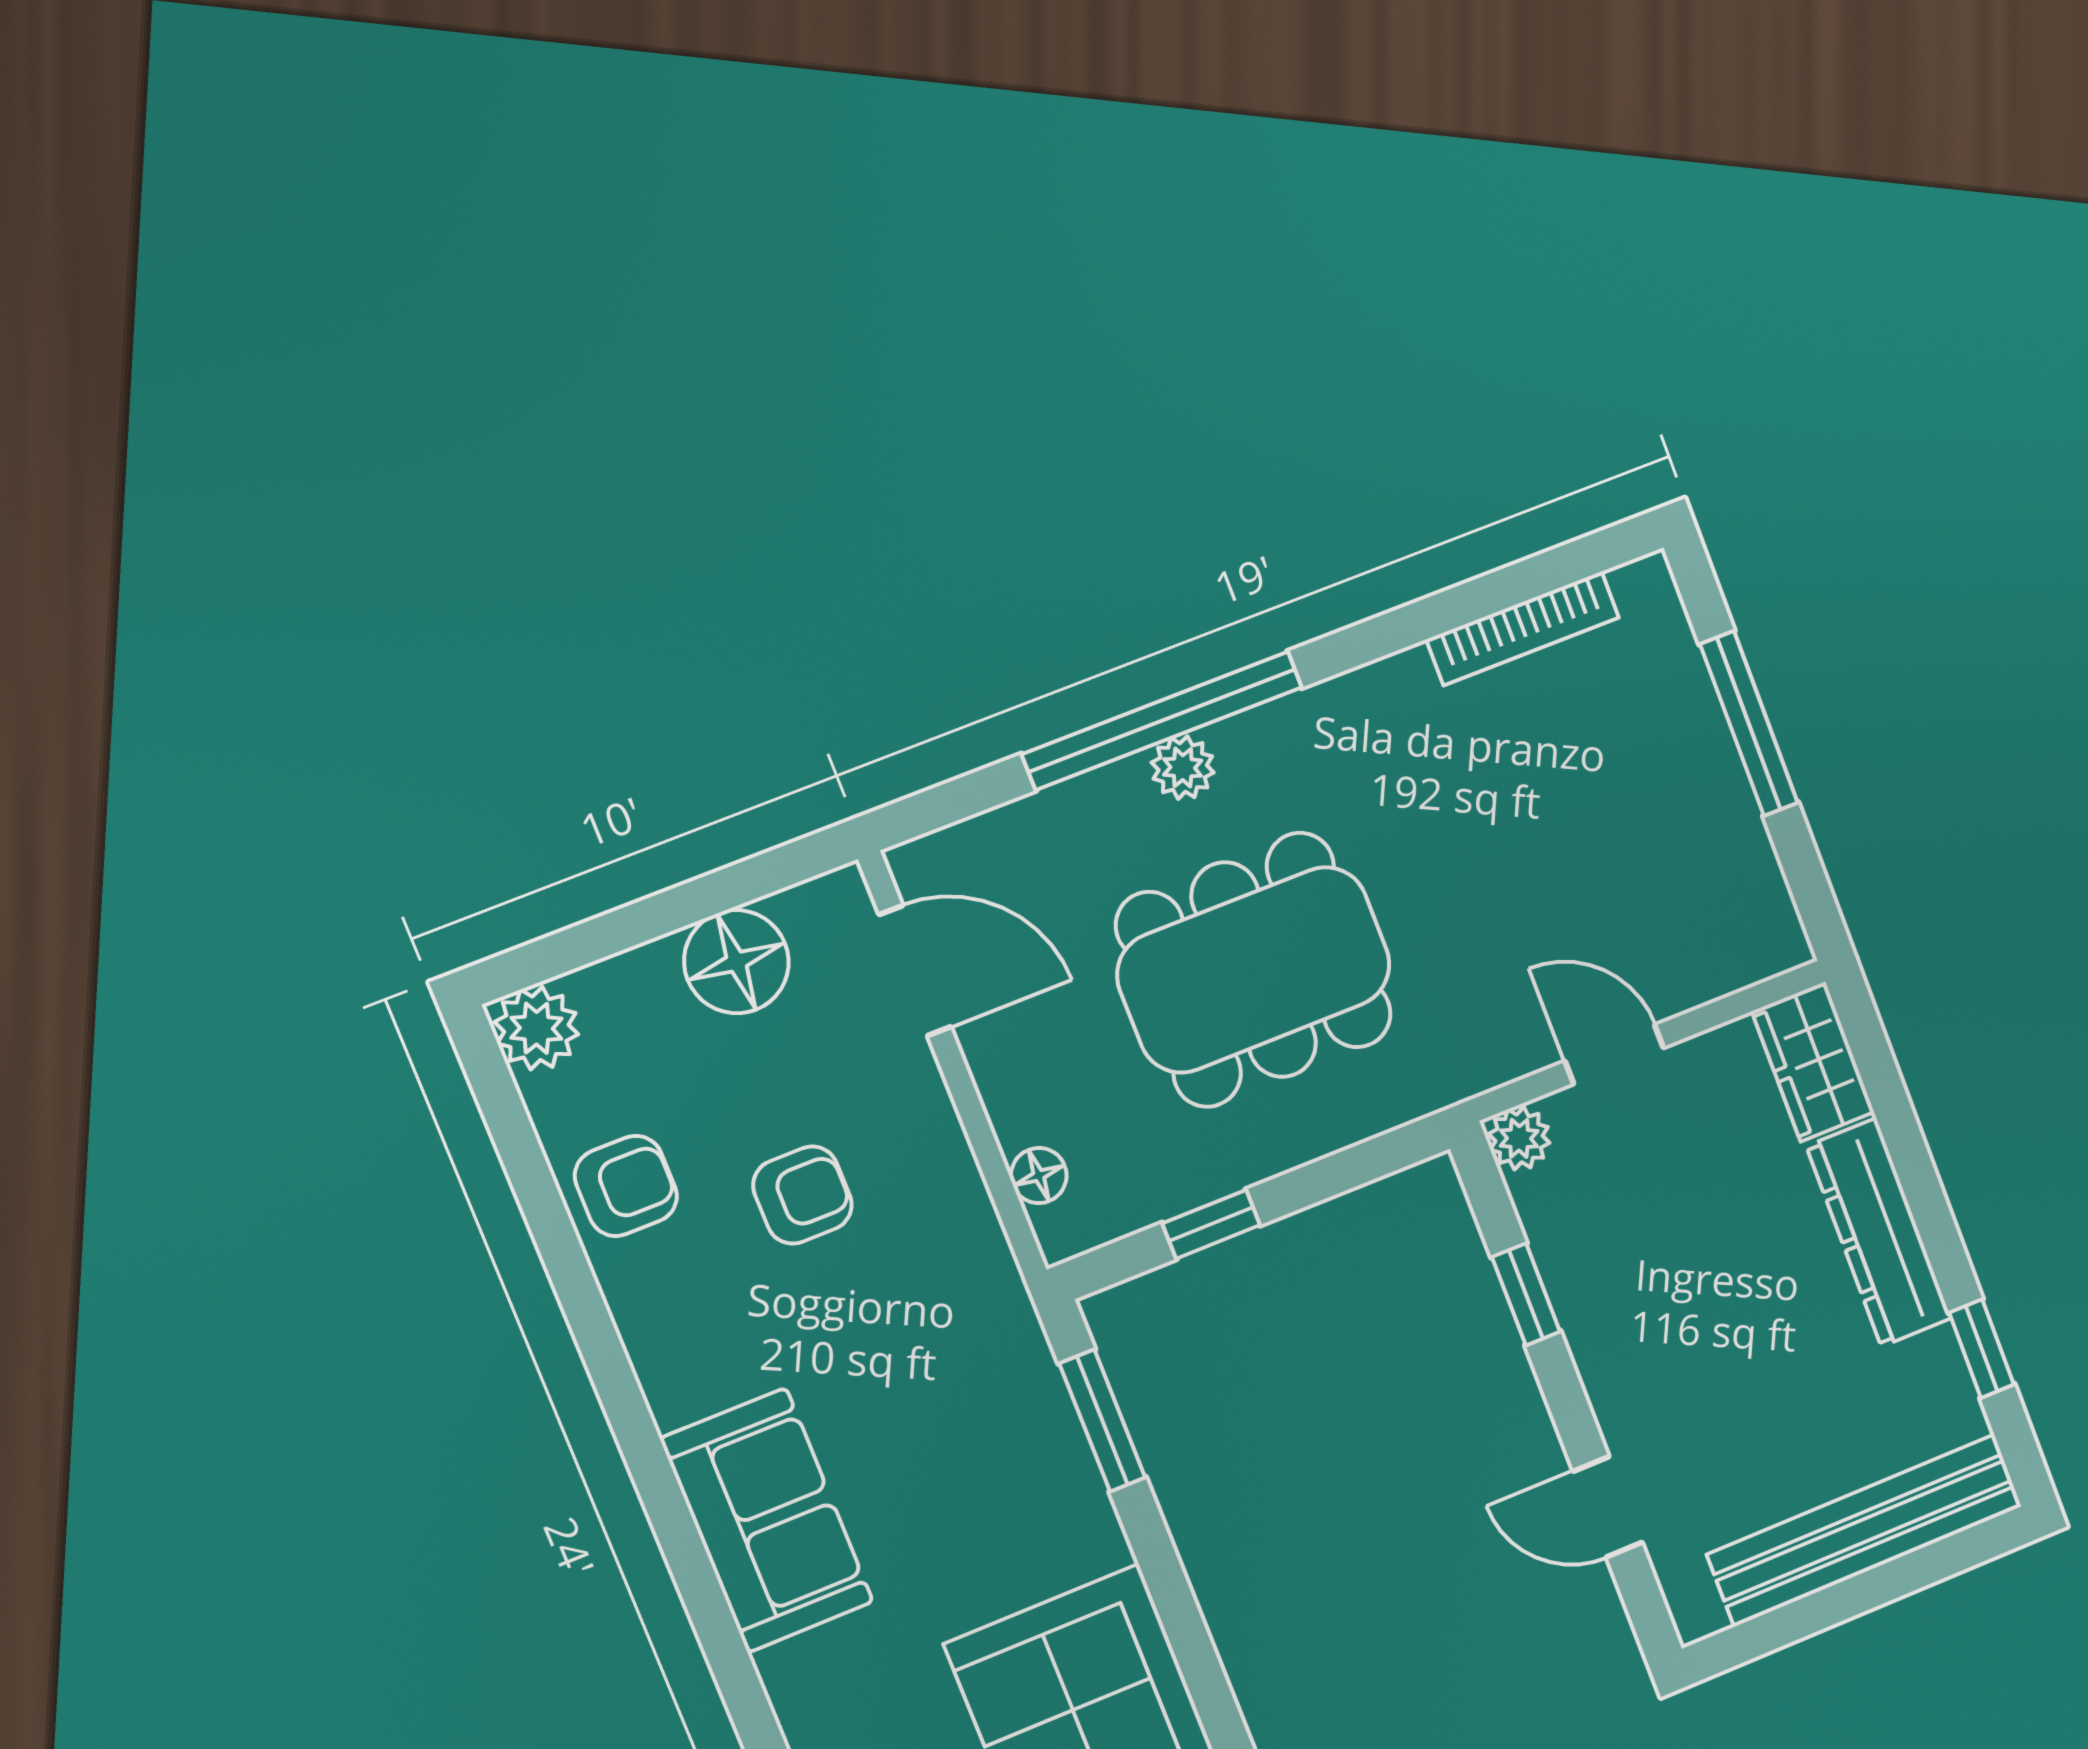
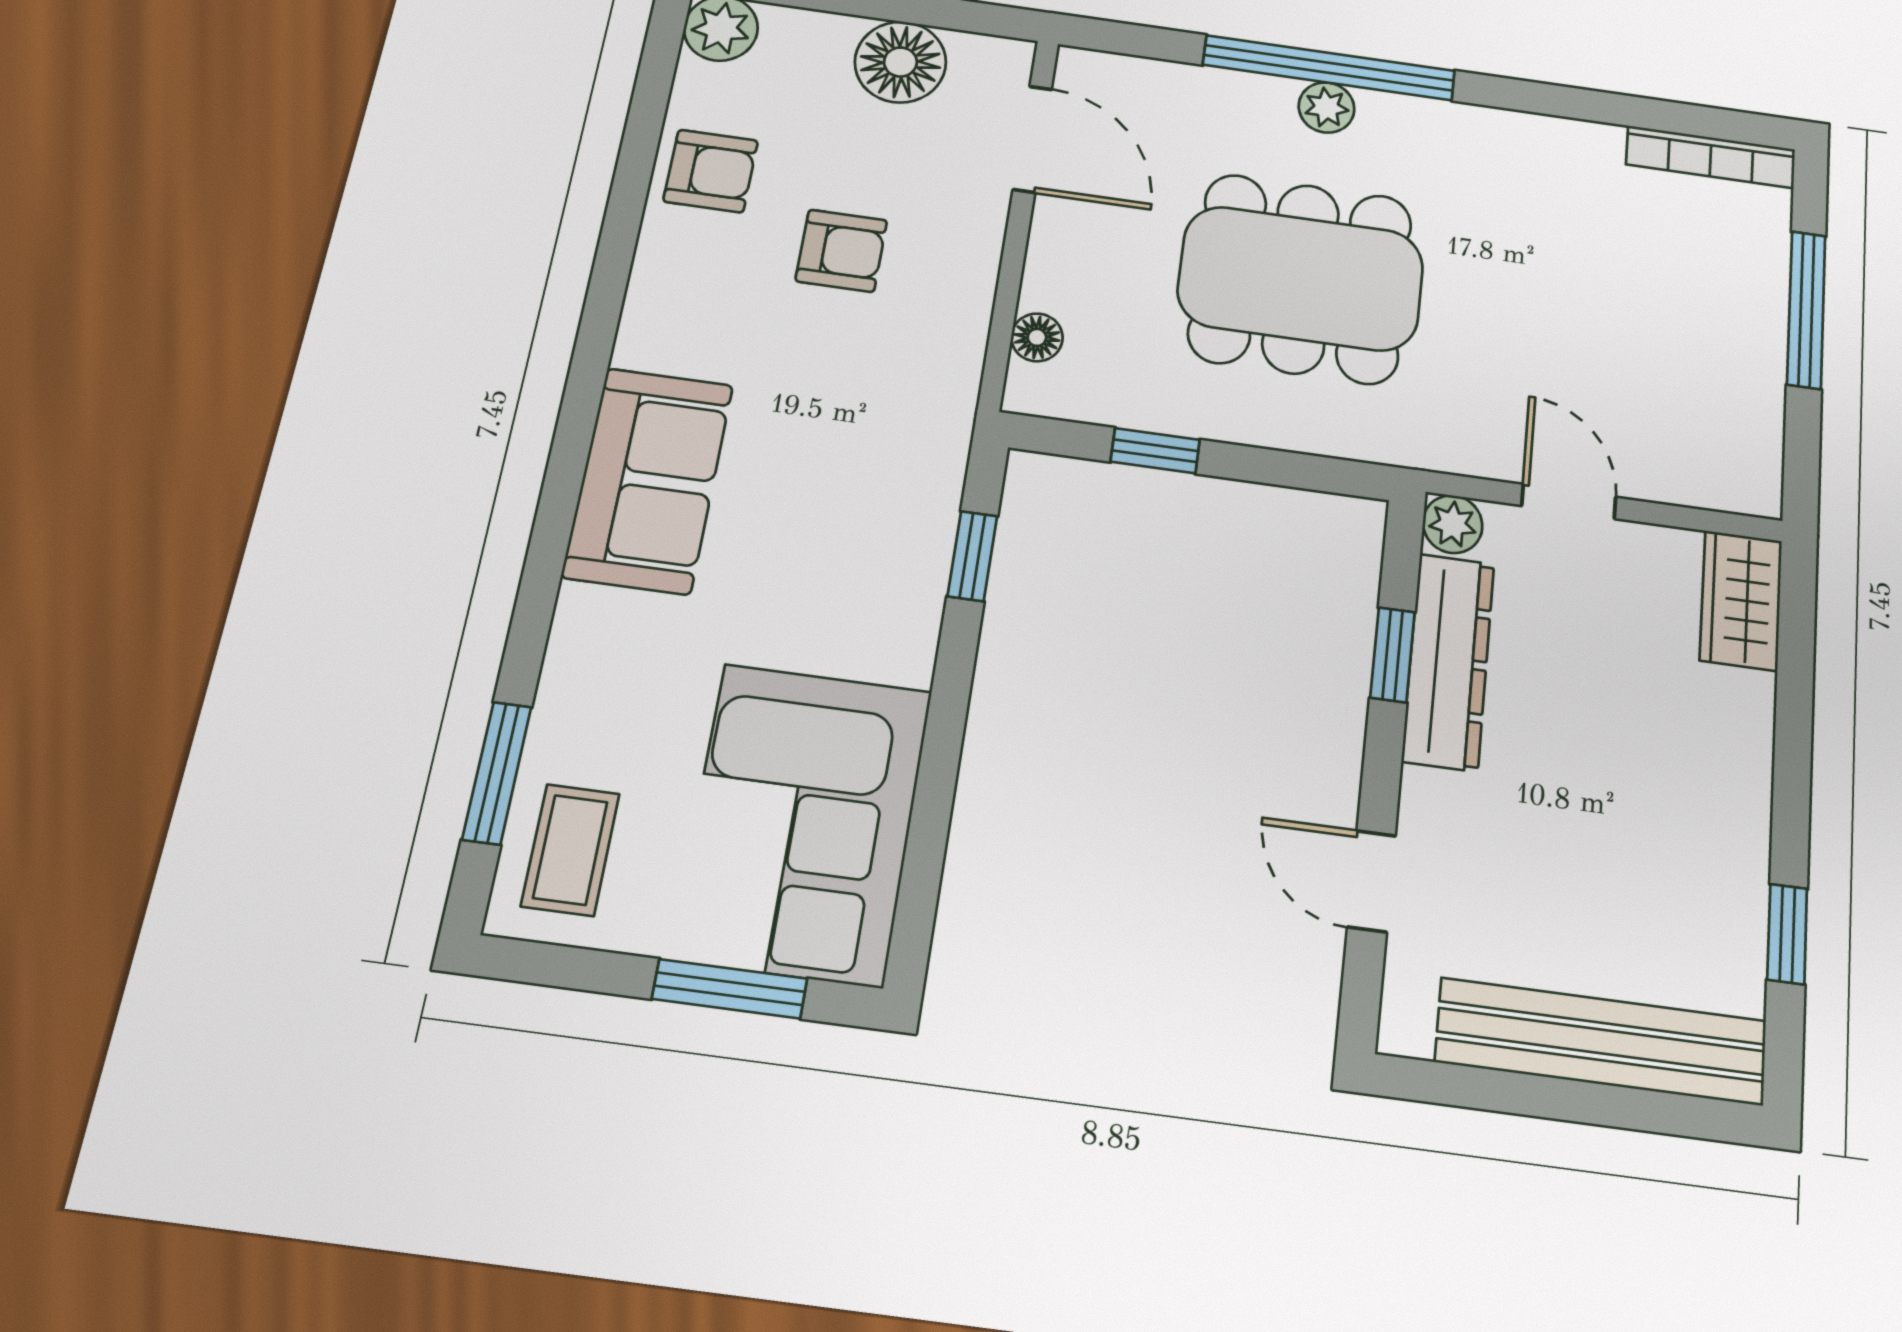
bookcase: (1523, 628) -> (1711, 157), moved
dresser: (1879, 1233) -> (1448, 662), moved, turned 180
window: (1102, 1420) -> (972, 556), width x0.67

